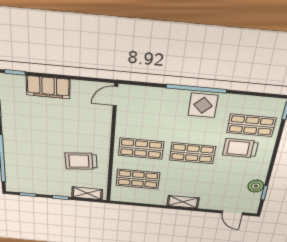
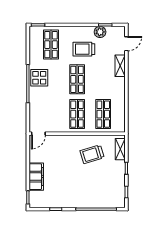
door: (115, 96) -> (38, 134), hinge flipped
trolley: (240, 148) -> (84, 49), moved, turned 90
trolley: (81, 161) -> (92, 154), turned 78
shelving: (183, 202) -> (120, 66), moved

